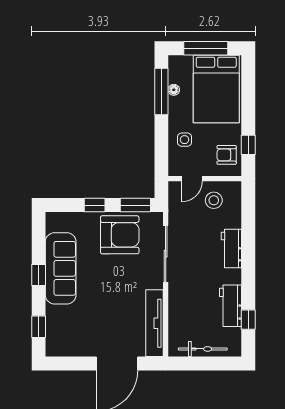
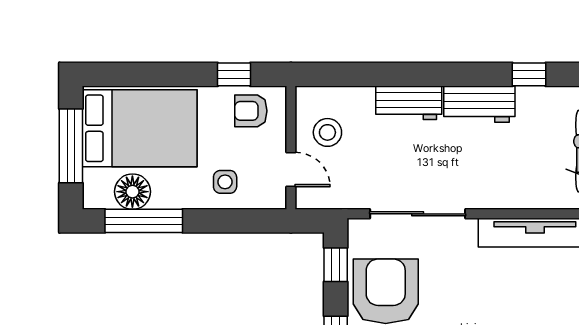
floor lamp: (174, 90) -> (132, 192), width x1.89, depth x1.89
armchair: (227, 155) -> (251, 111), turned 90
window: (135, 205) -> (336, 265), width x0.67
workbench: (231, 306) -> (479, 104), moved

